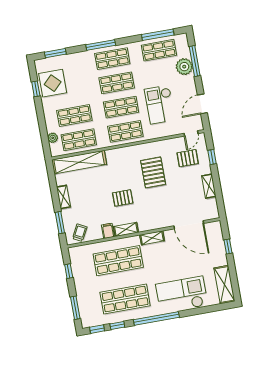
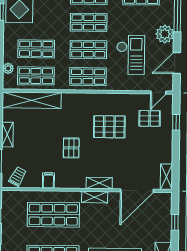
plant: (184, 67) -> (165, 34), moved
checkout: (160, 105) -> (131, 55), turned 180
pallet: (153, 172) -> (109, 127), turned 90
shelving: (209, 186) -> (166, 177), moved
pallet: (123, 198) -> (71, 148), turned 90
door: (189, 225) -> (137, 191), hinge flipped
shelving: (126, 229) -> (99, 183), moved

